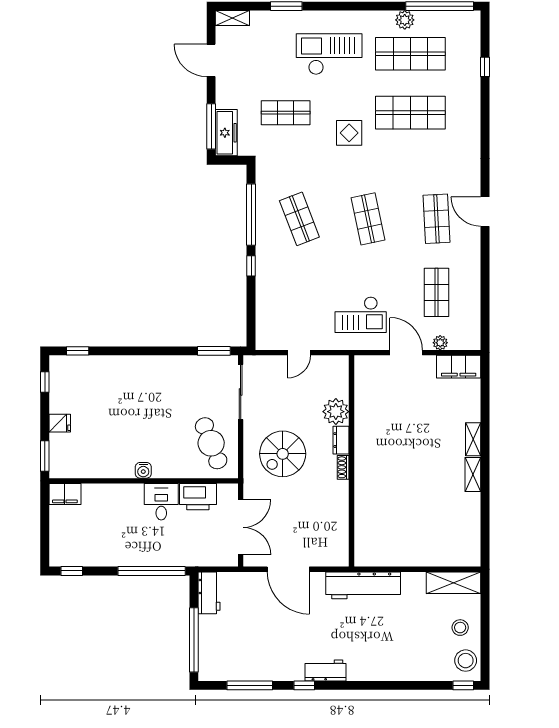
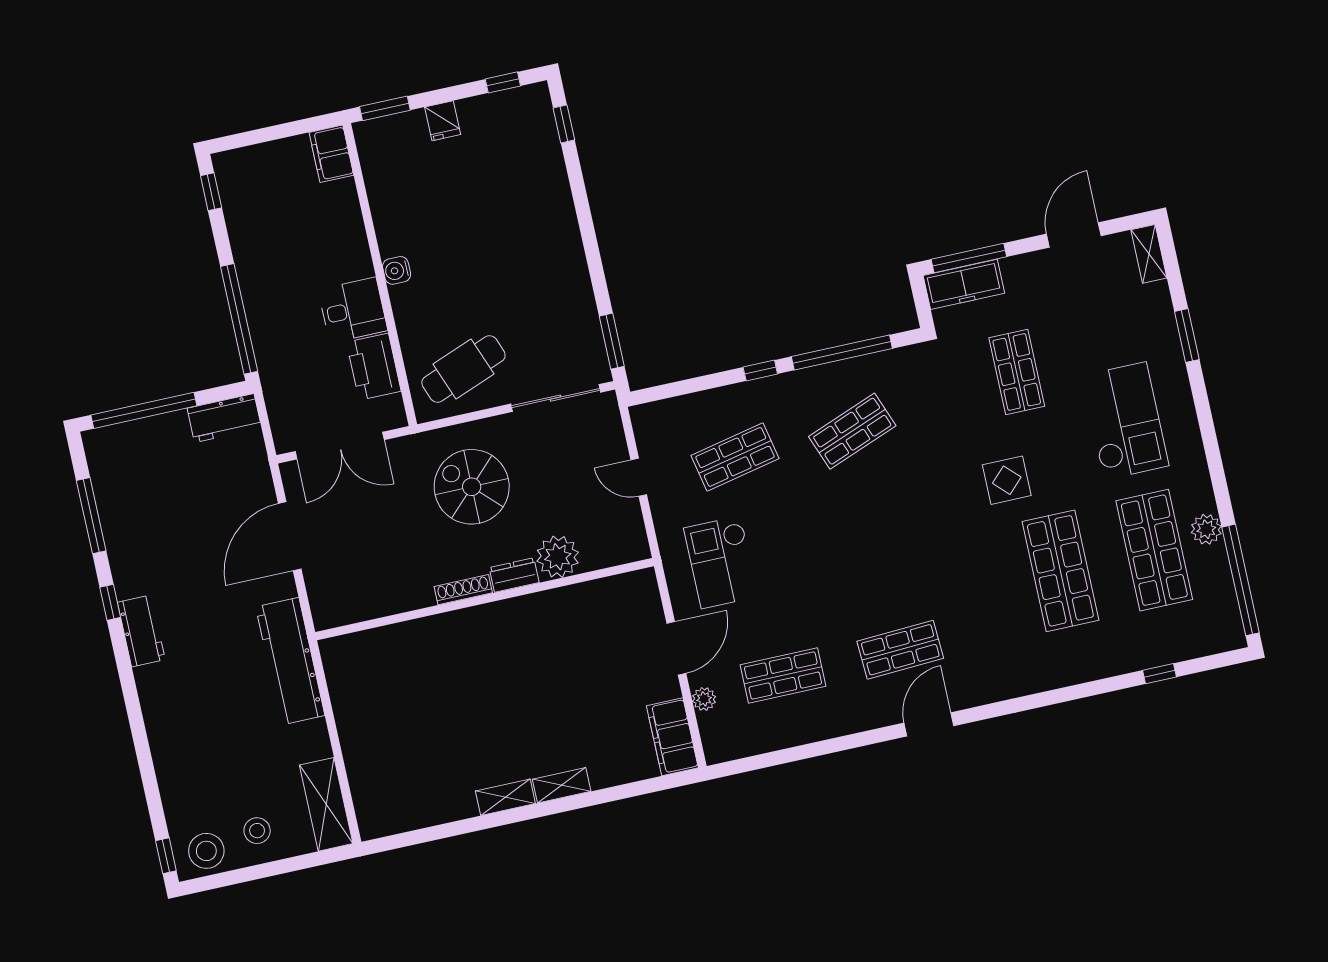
shop shelf: (368, 219) -> (735, 457), moved
shoe rack: (343, 467) -> (463, 590), width x1.43

